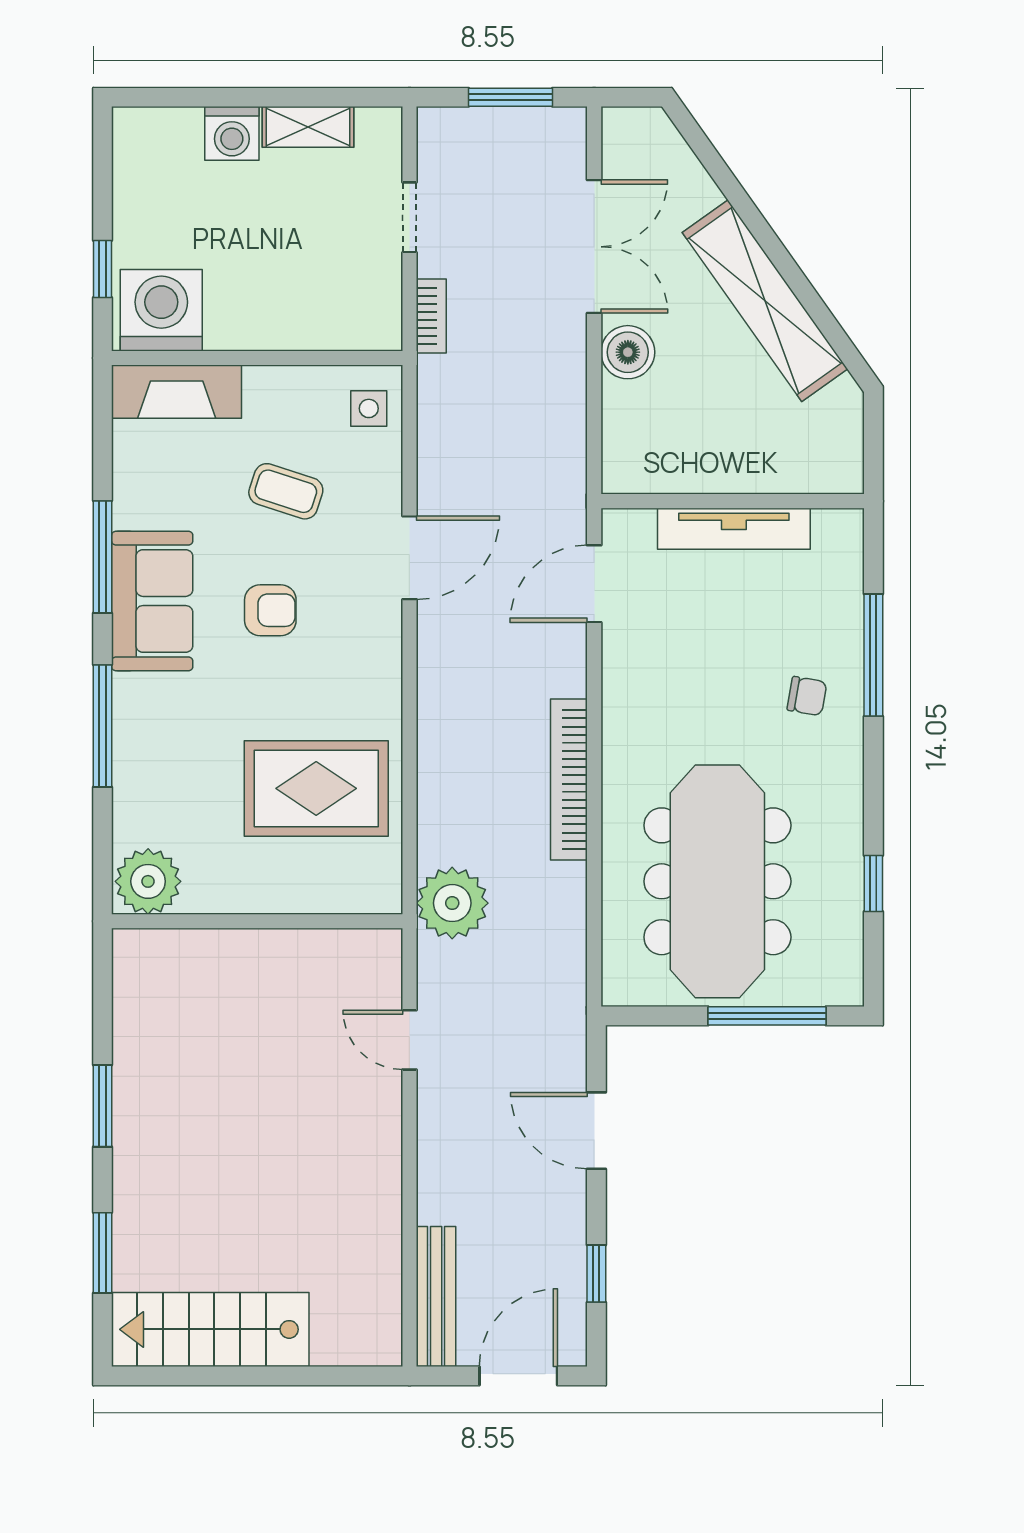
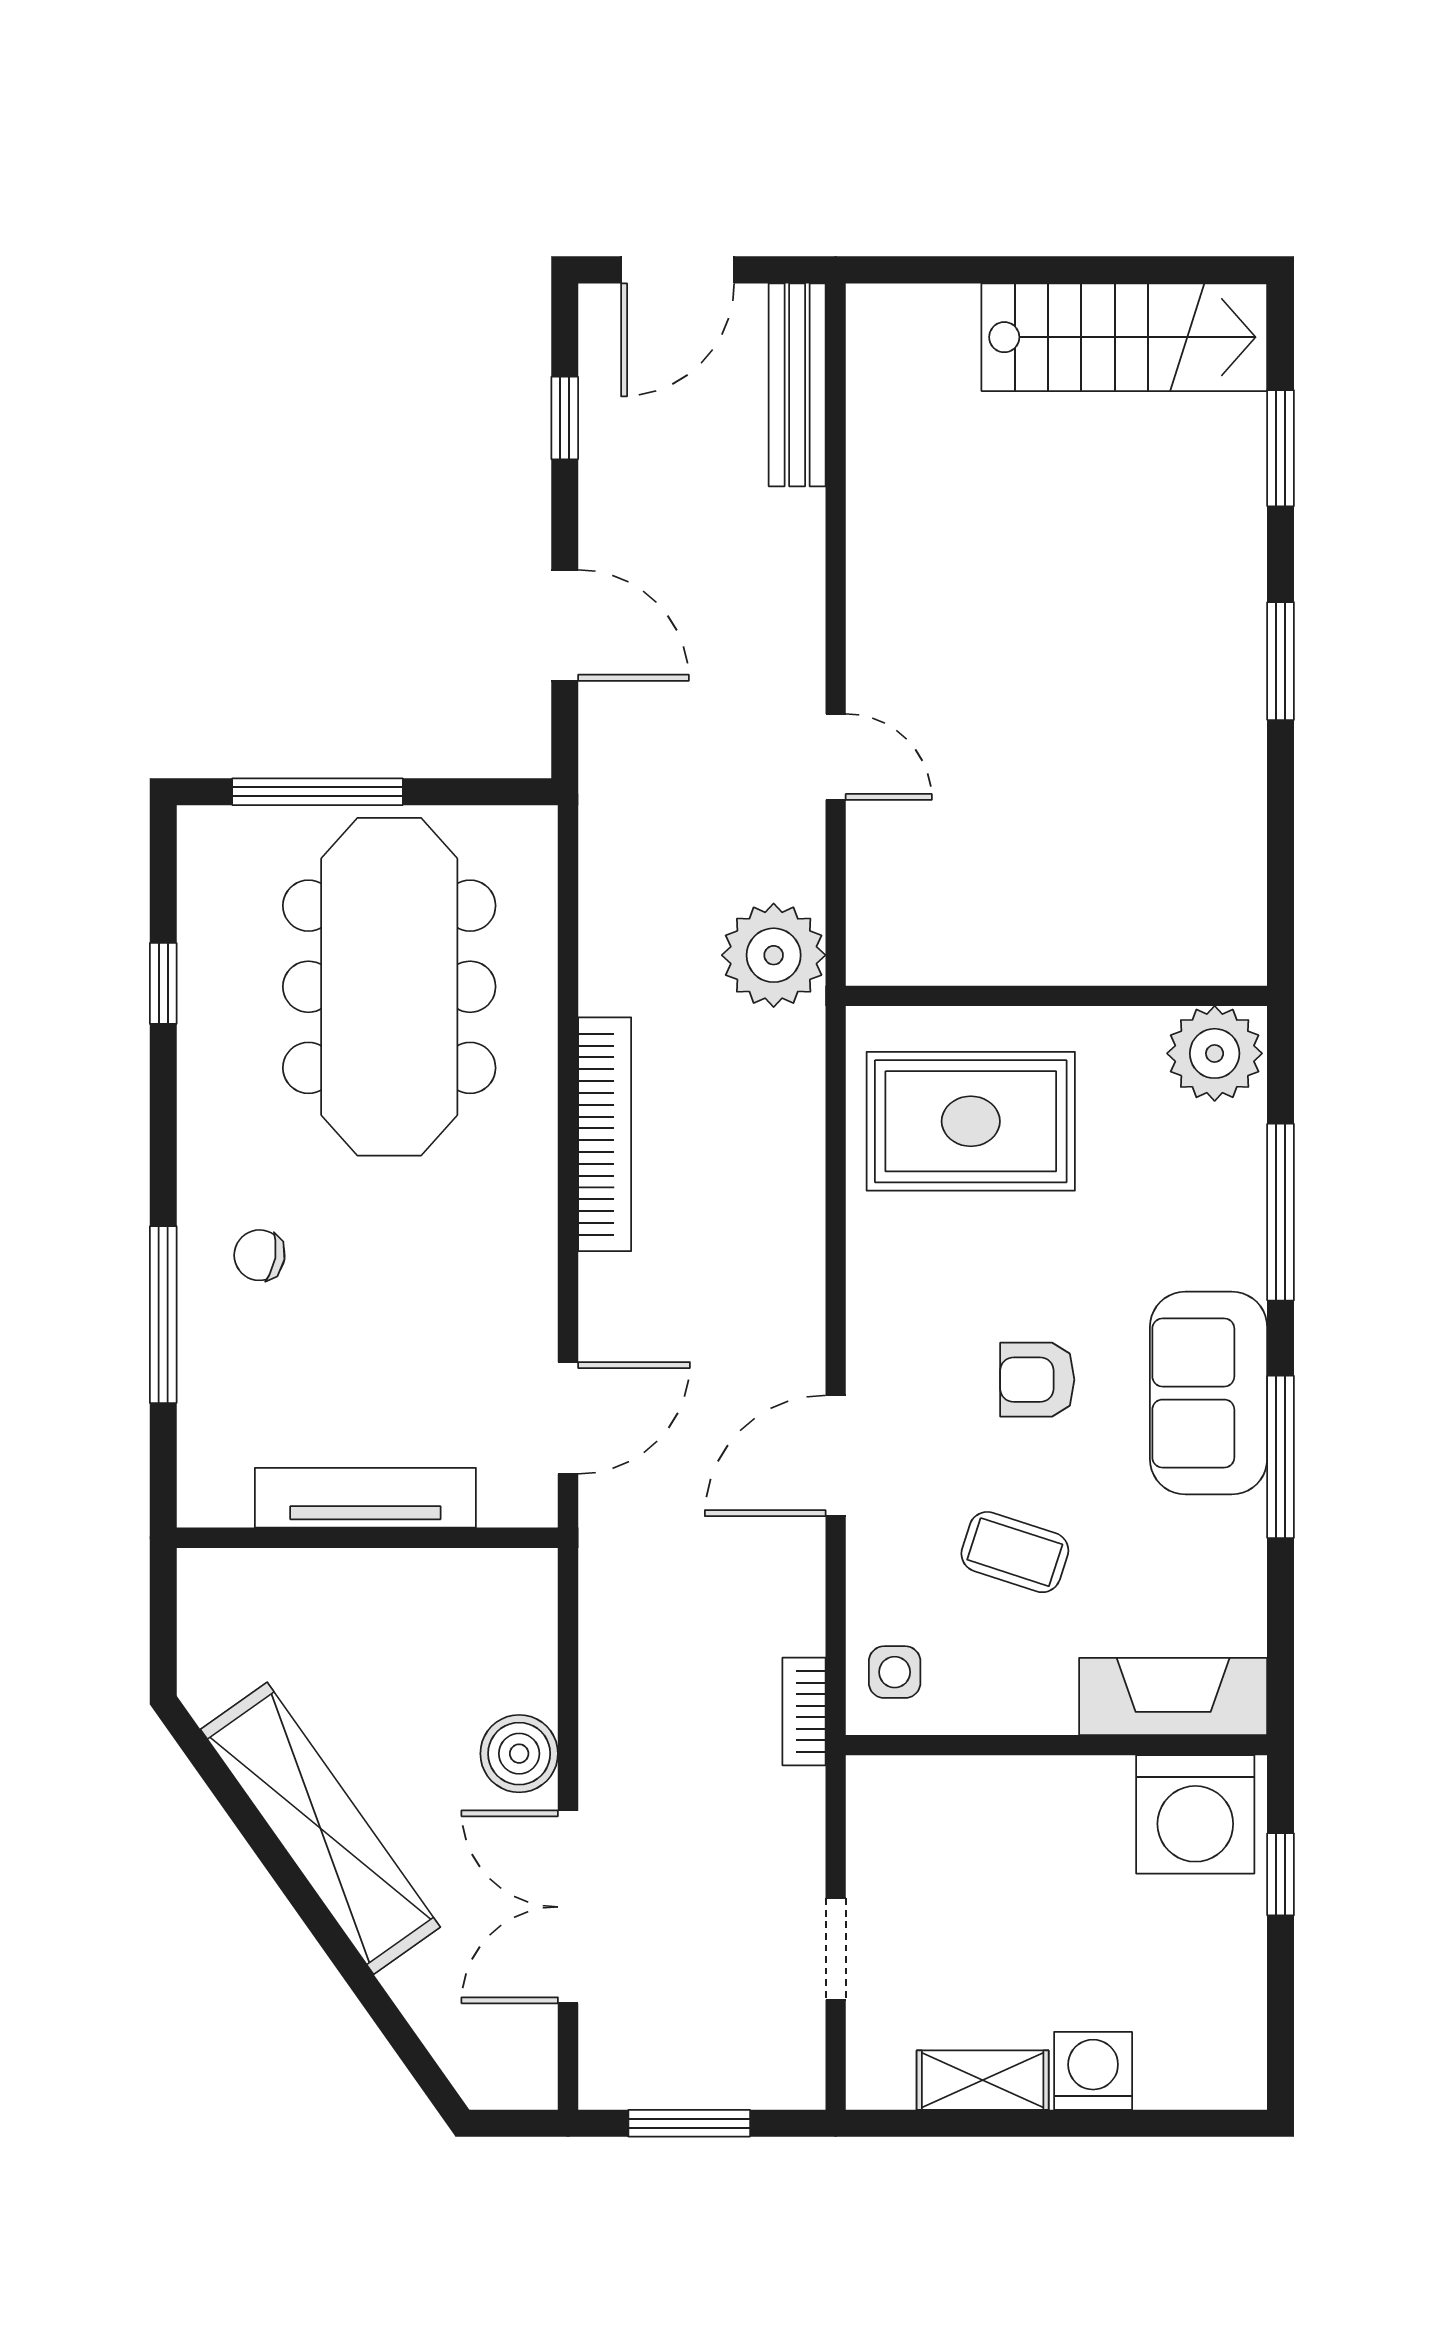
bookcase: (431, 316) -> (804, 1712), moved
plant: (148, 881) -> (1215, 1053), moved
wall: (257, 921) -> (1056, 996), moved

